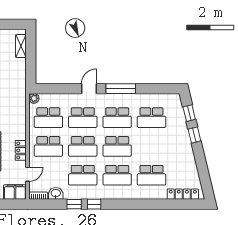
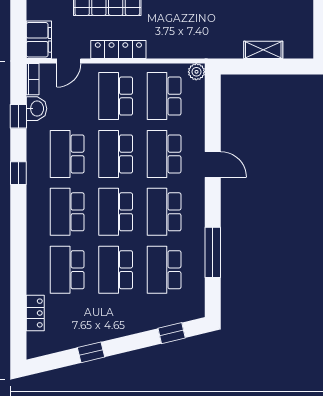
shelving: (21, 46) -> (263, 50), moved
window: (121, 89) -> (213, 252), moved
window: (194, 135) -> (91, 352), moved
school desk: (152, 146) -> (116, 270), added
locker: (21, 150) -> (118, 50), width x1.53
door: (28, 174) -> (69, 61), hinge flipped
locker: (183, 194) -> (35, 313), width x0.66
window: (74, 204) -> (18, 116), moved

